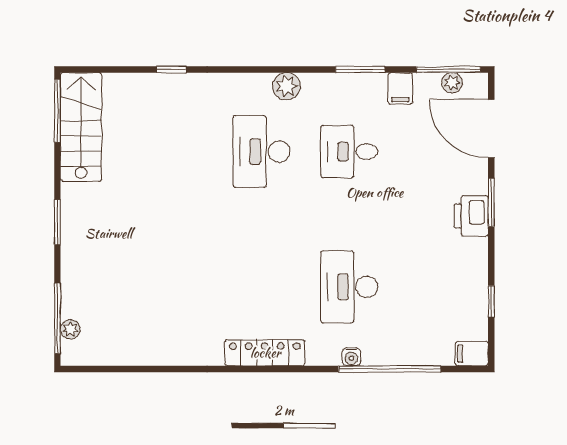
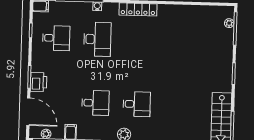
desk: (262, 152) -> (137, 104), width x0.73
printer: (471, 216) -> (39, 82), moved
desk: (437, 287) -> (56, 38), added

